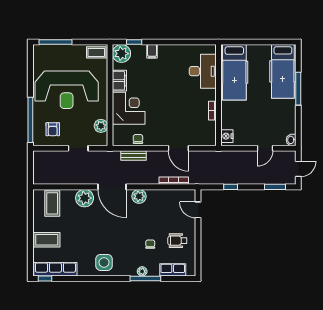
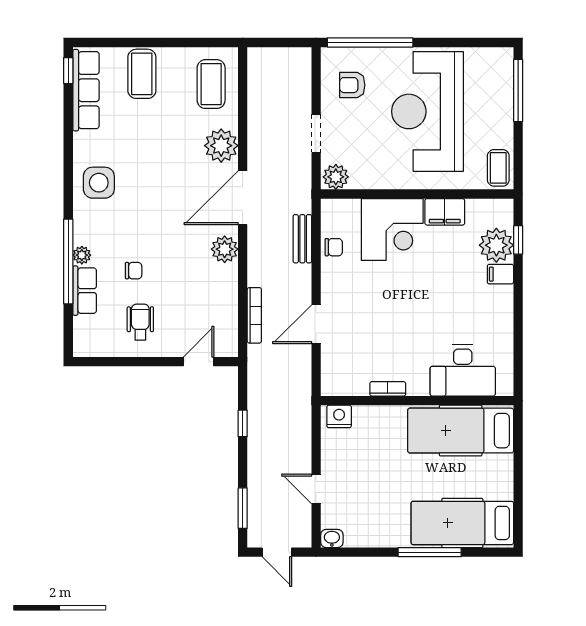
plant: (121, 54) -> (496, 245), moved
plant: (101, 126) -> (336, 177), moved
coffee table: (52, 203) -> (211, 84), turned 90
row of seats: (173, 270) -> (85, 291), moved
window: (145, 279) -> (68, 261), width x1.46

